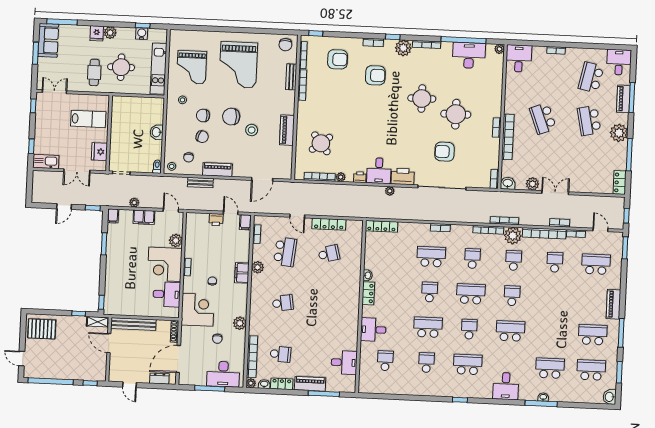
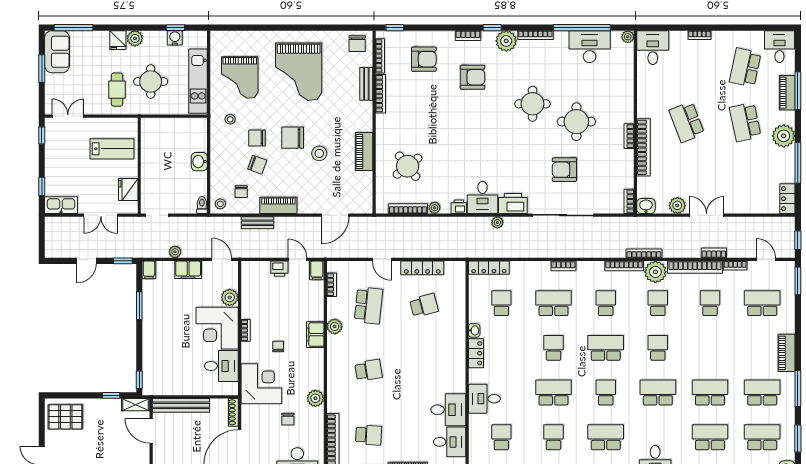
school desk: (390, 255) -> (501, 303), added
school desk: (552, 333) -> (710, 393), added
desk: (344, 337) -> (448, 410), added

